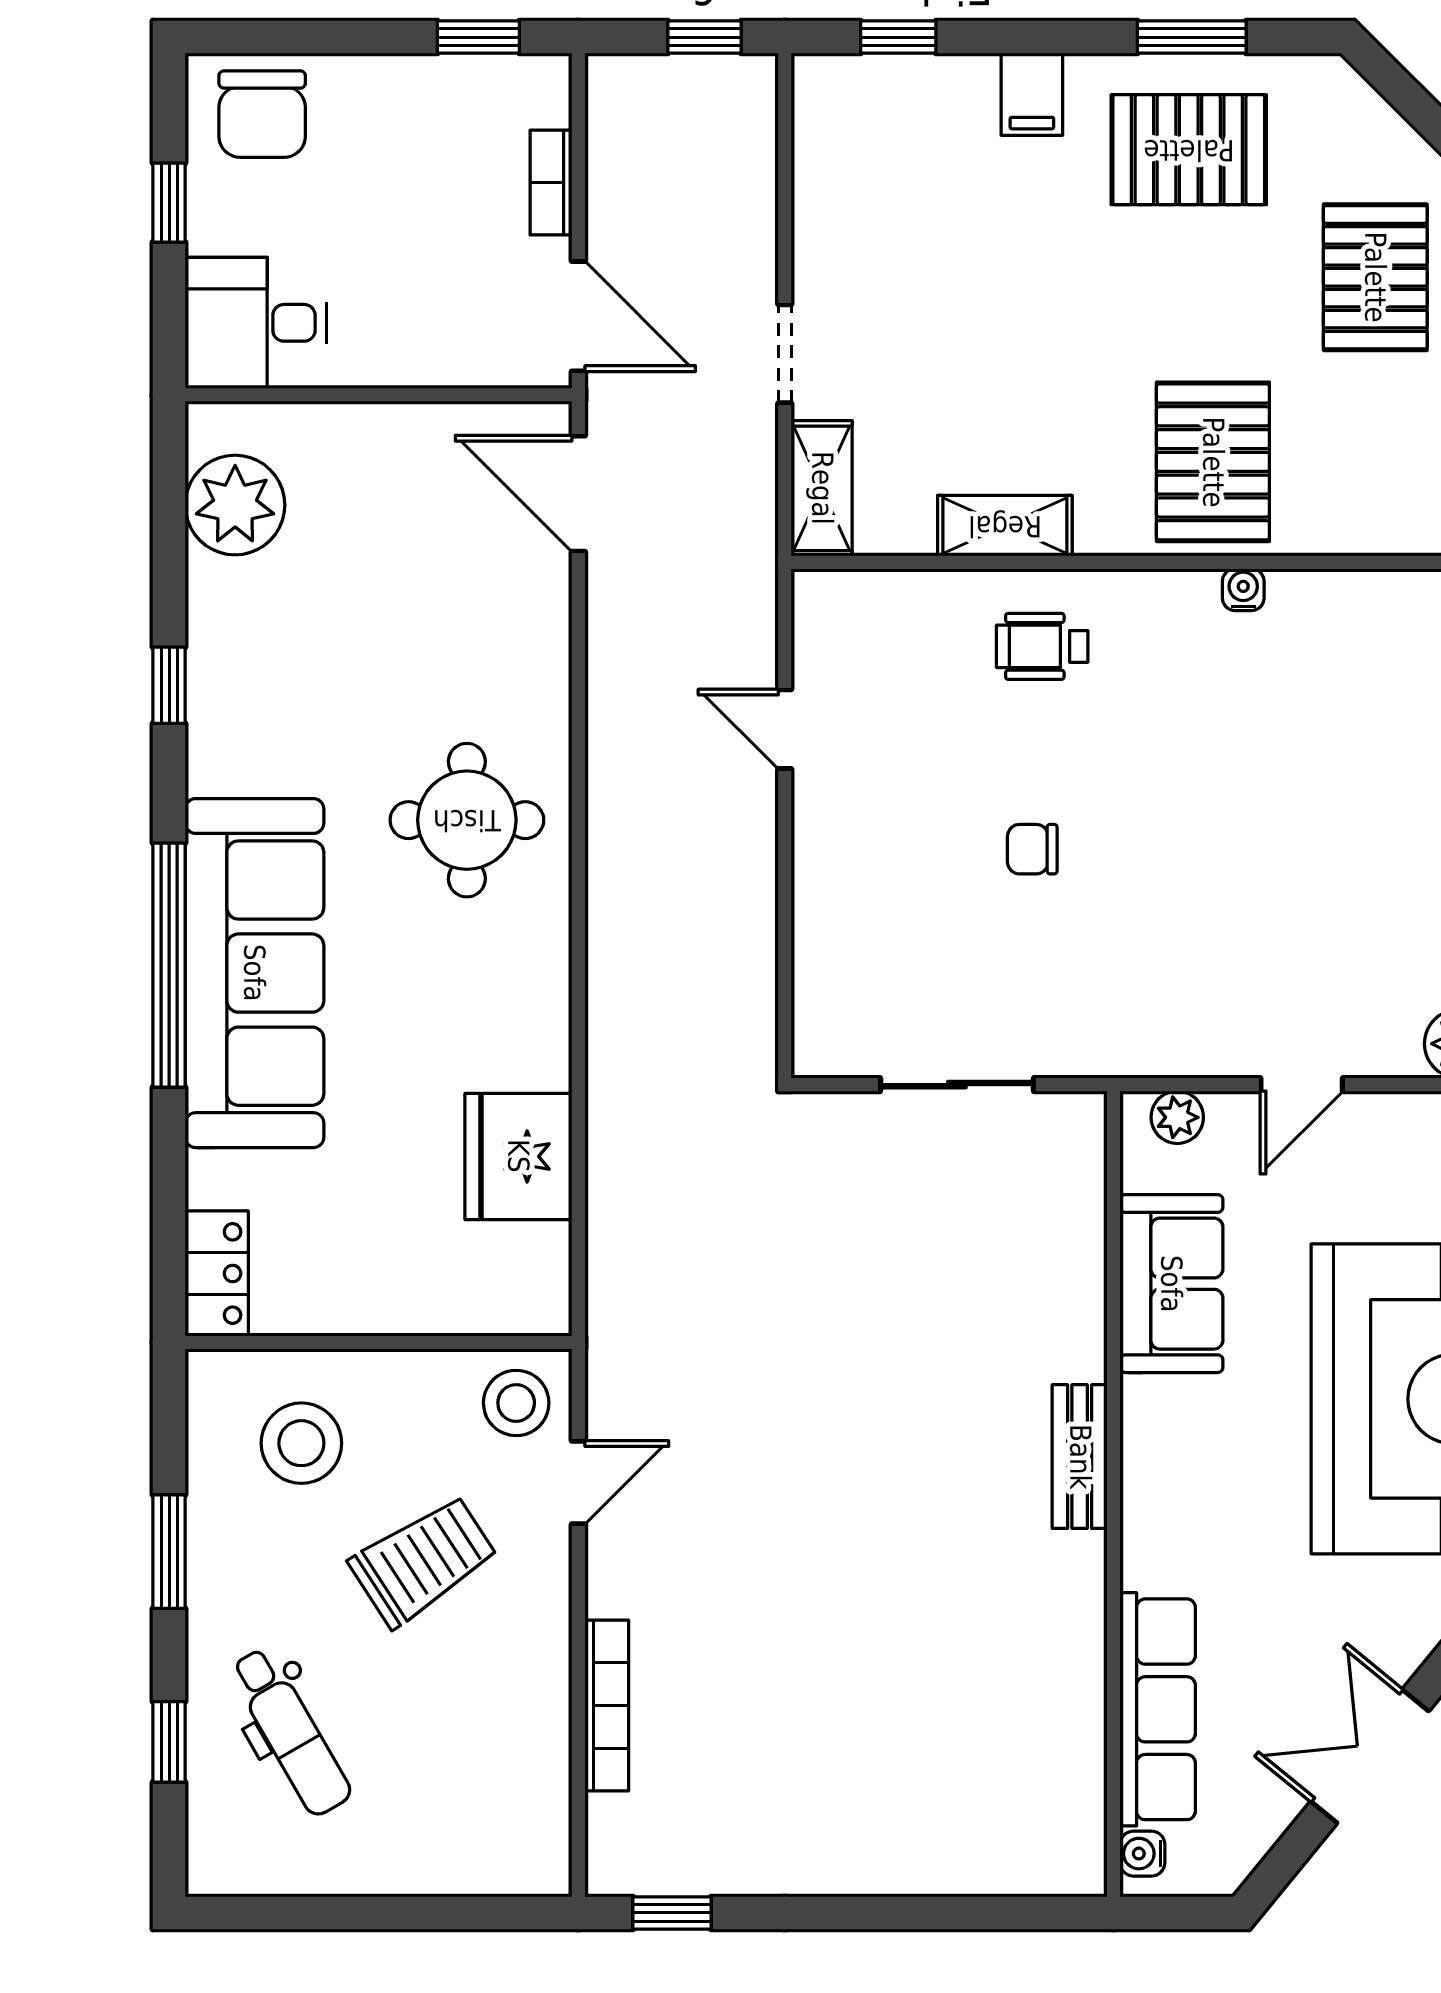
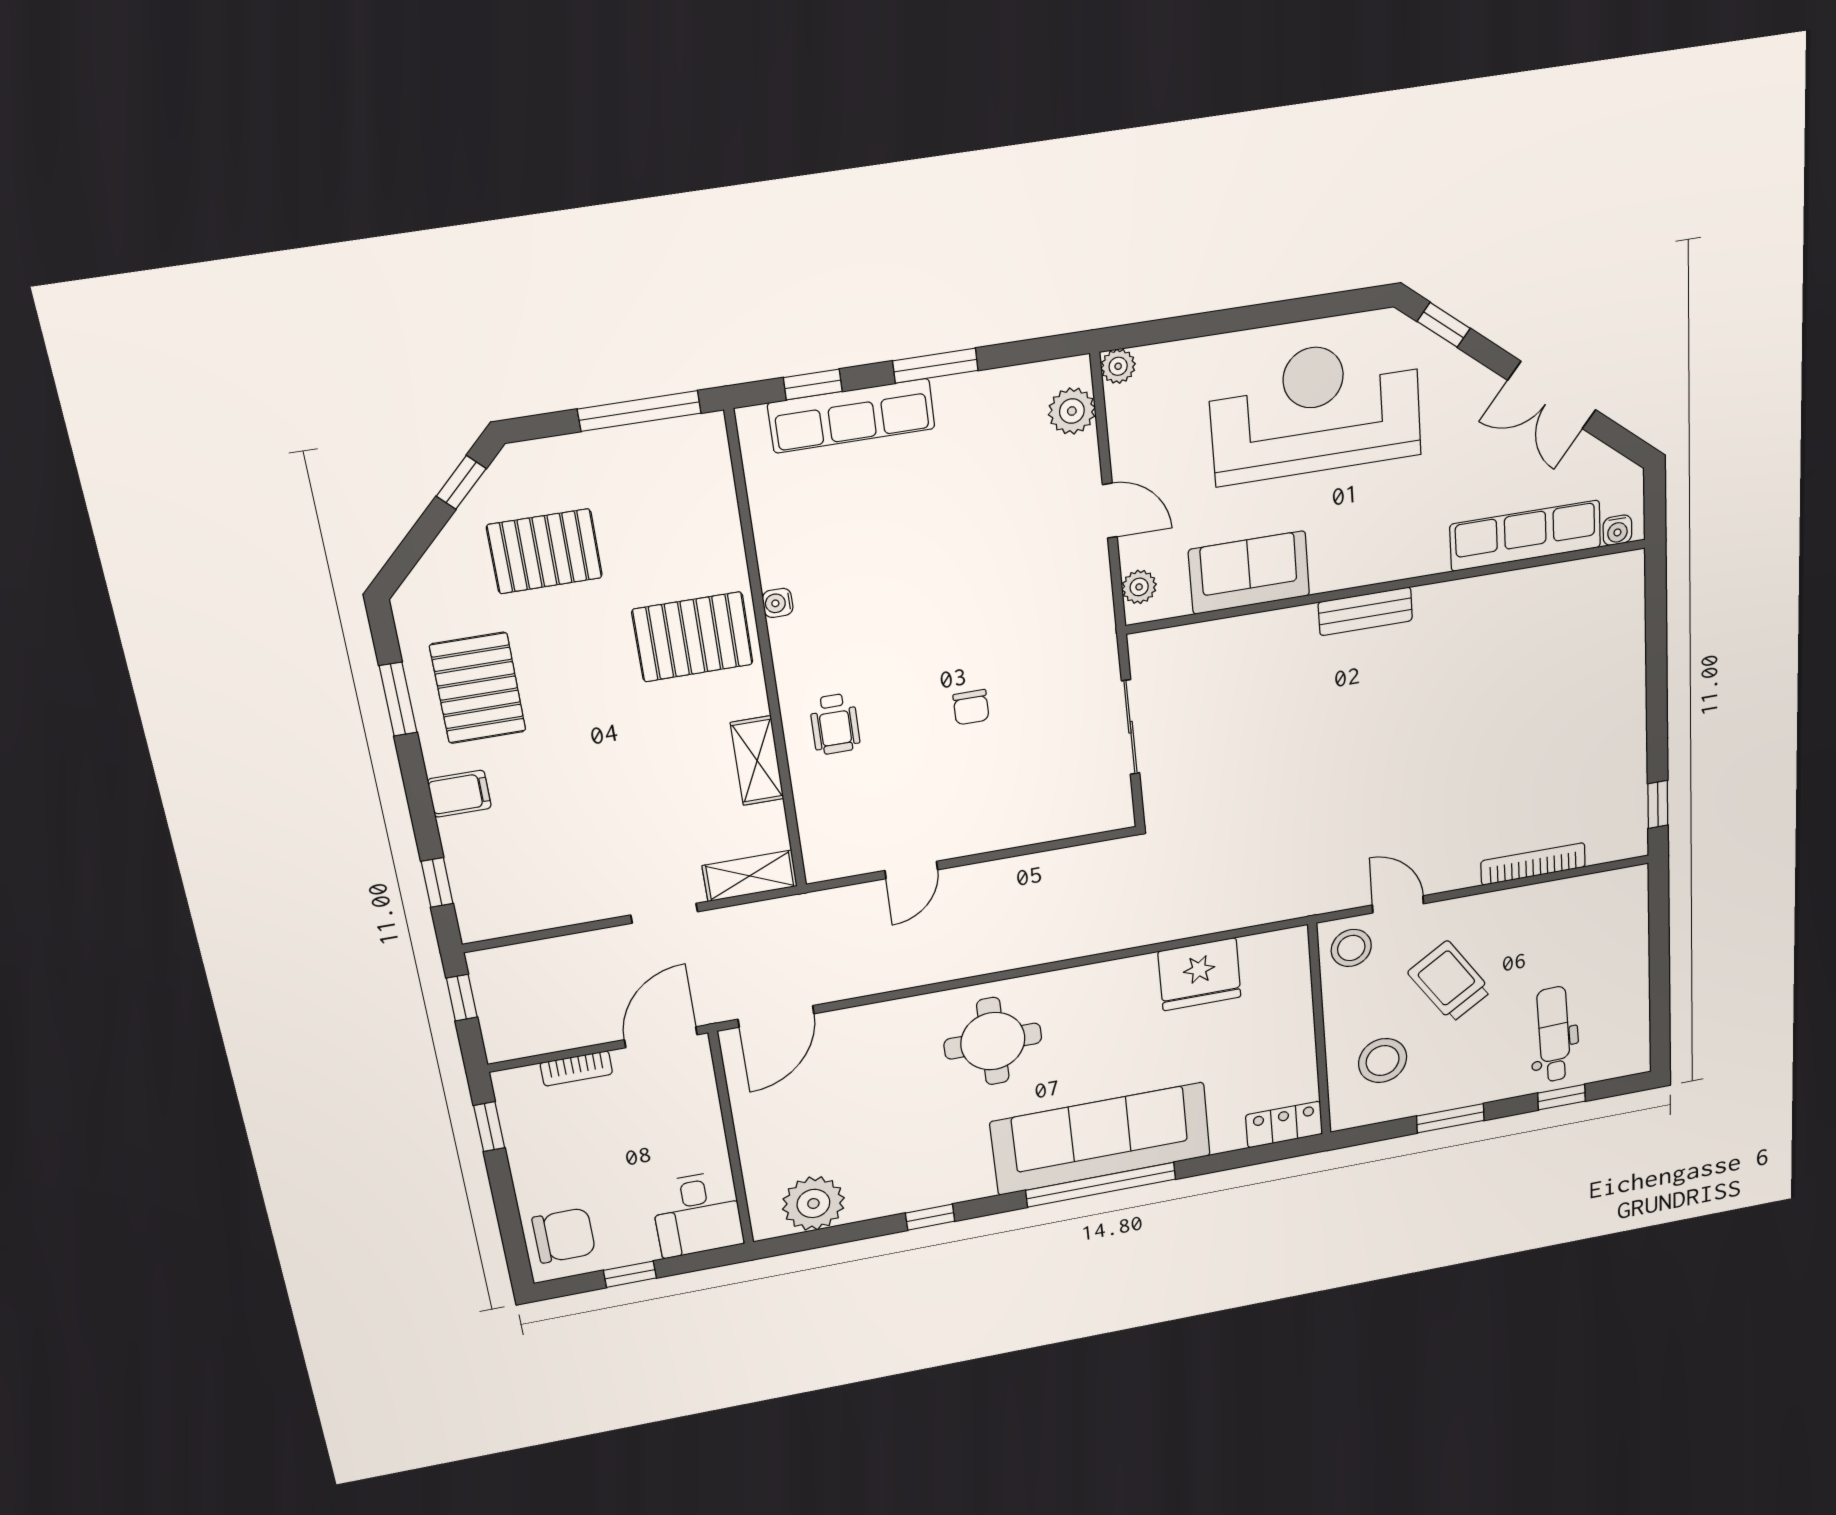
dental chair: (290, 1732) -> (1554, 1034), turned -62

